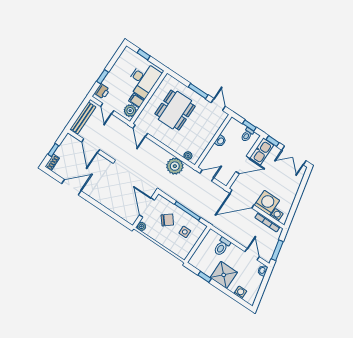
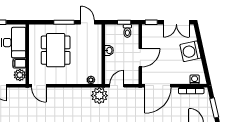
kitchen sink: (262, 151) -> (148, 37), removed
plant: (175, 166) -> (99, 96), moved
washing machine: (267, 203) -> (190, 51), moved, turned -102

